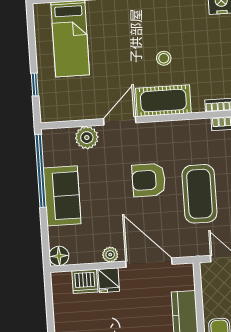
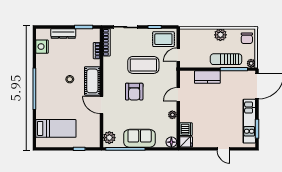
plant: (87, 138) -> (109, 138), moved
door: (149, 263) -> (178, 94), width x0.53
fridge: (109, 280) -> (186, 142), moved

